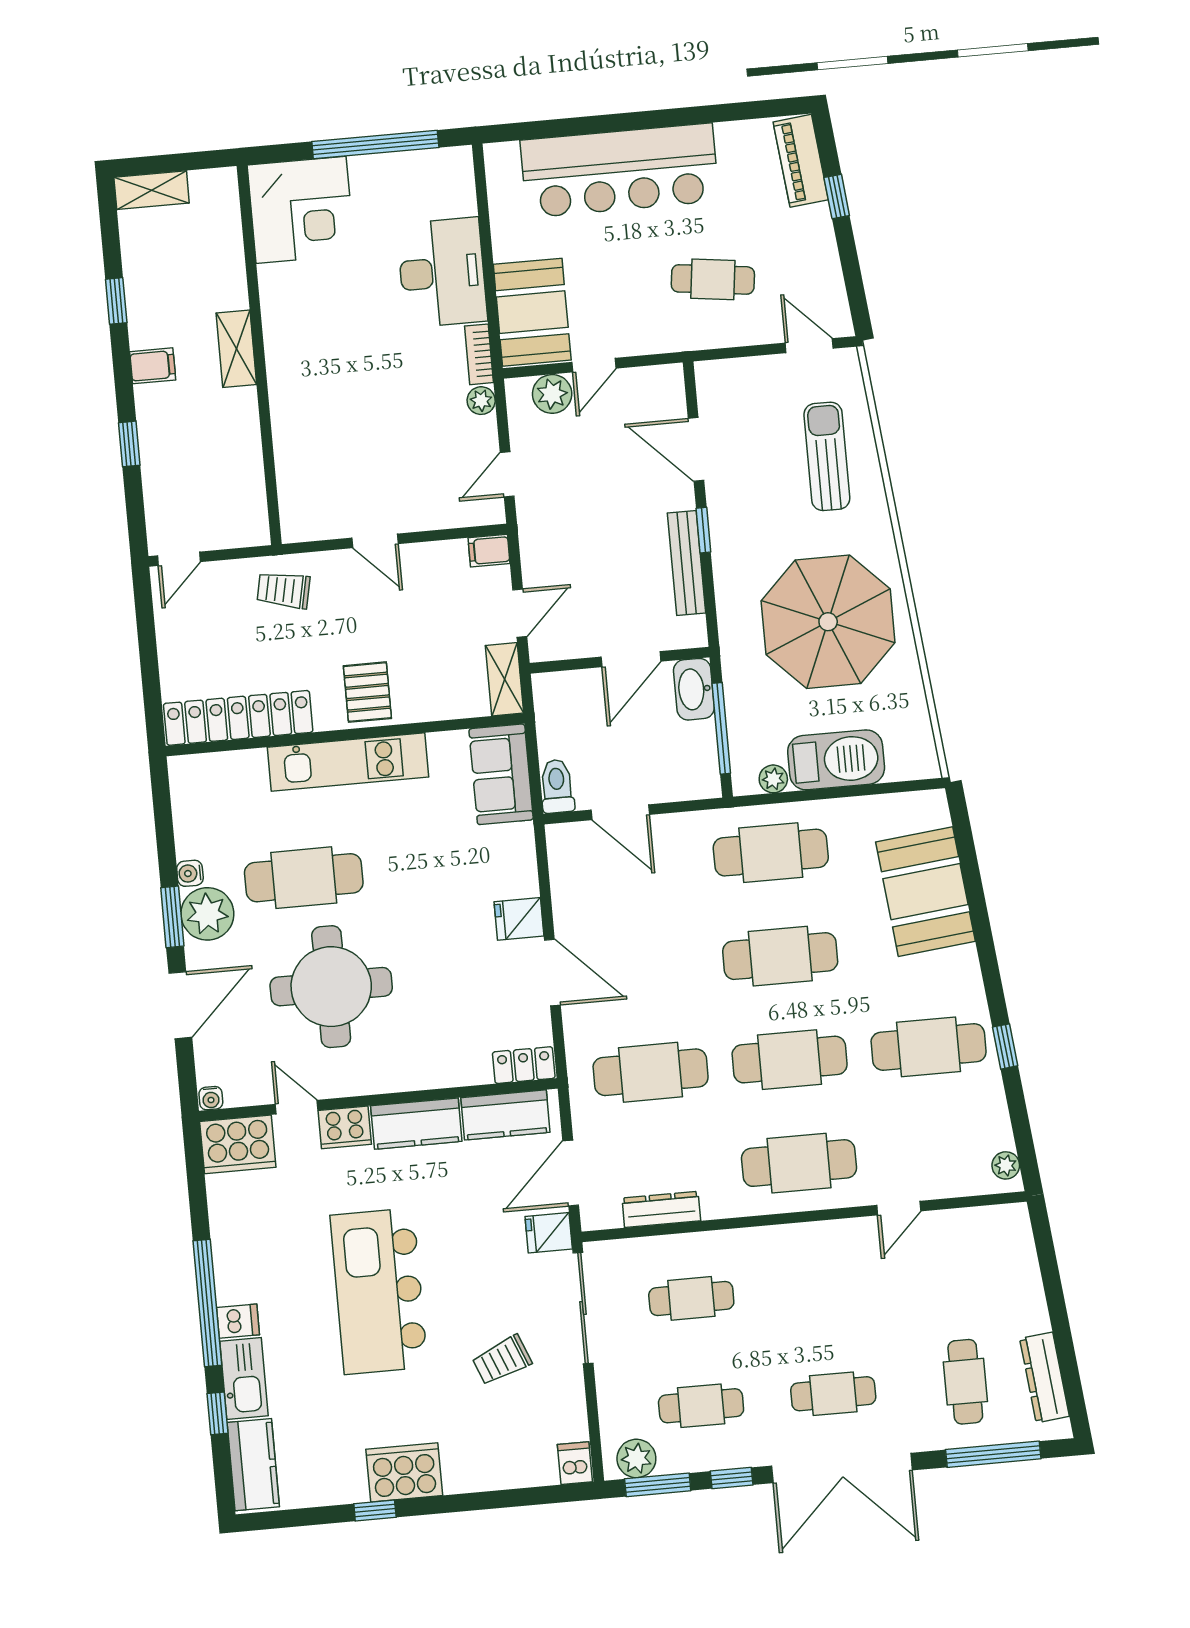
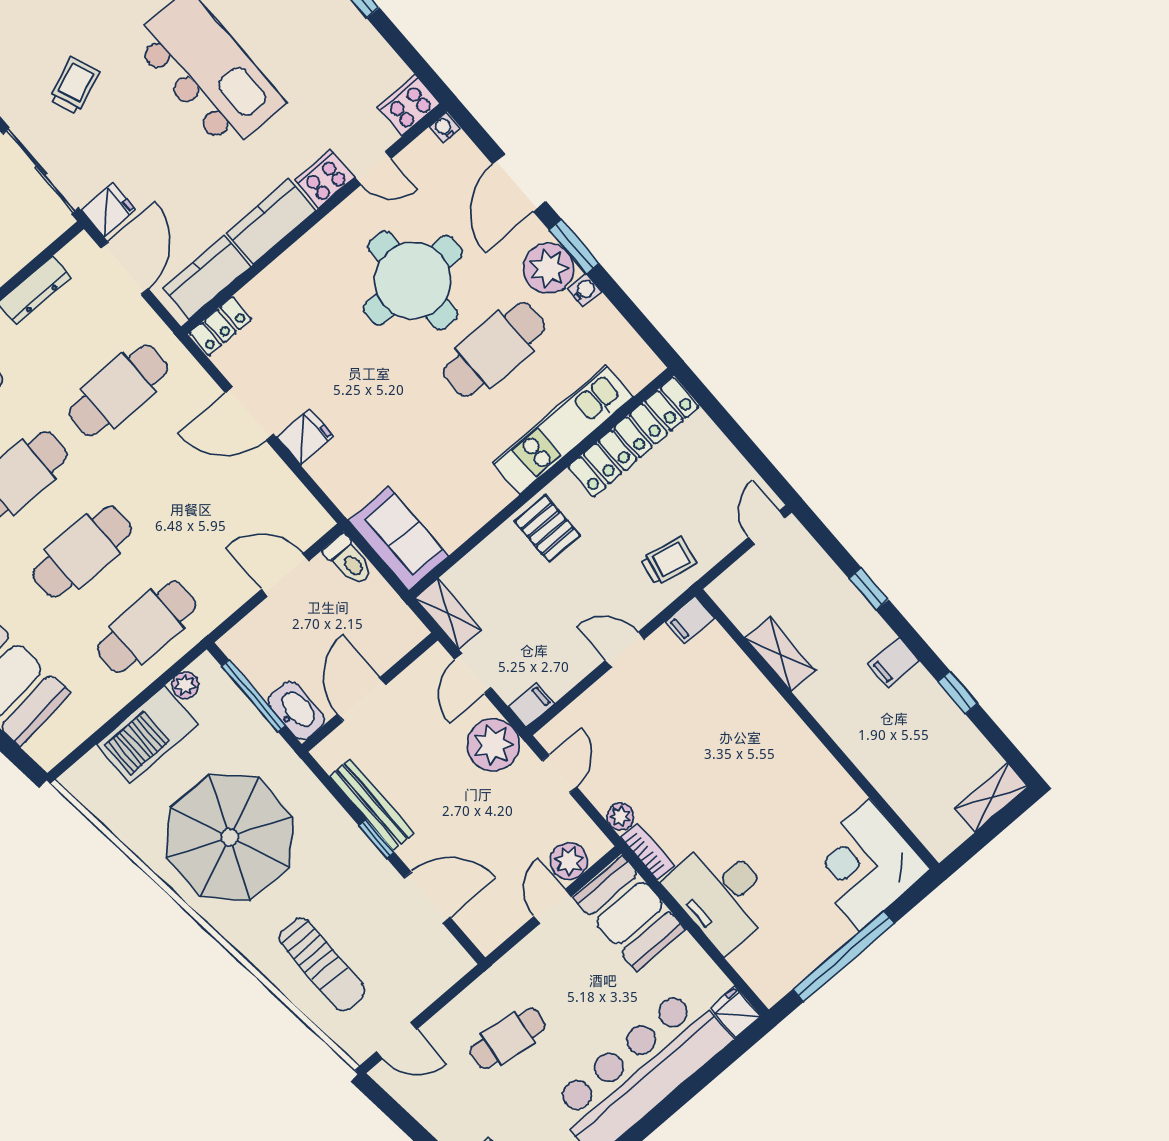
fridge: (502, 163) -> (736, 1012), added
shelving: (236, 349) -> (780, 654), moved
filing cabinet: (301, 527) -> (690, 620), added
plant: (546, 540) -> (493, 745), added
kitchen unit: (348, 762) -> (563, 430), moved
cooker: (238, 1144) -> (409, 105), width x0.73, depth x0.76

